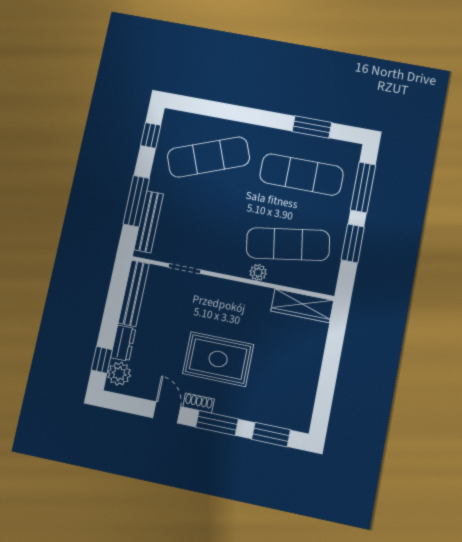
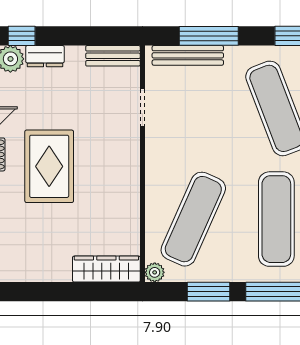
exercise mat: (288, 244) -> (193, 219), turned 33
plant: (258, 272) -> (155, 272), moved
bench: (134, 293) -> (113, 56), width x0.73
wardrobe: (302, 306) -> (106, 269), moved, turned 90

